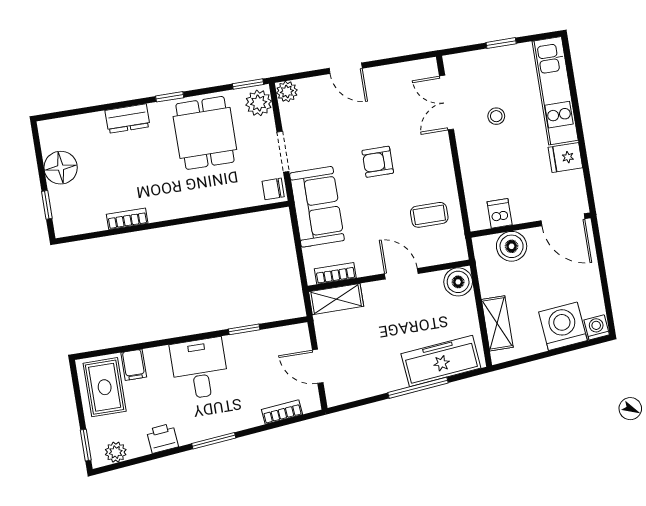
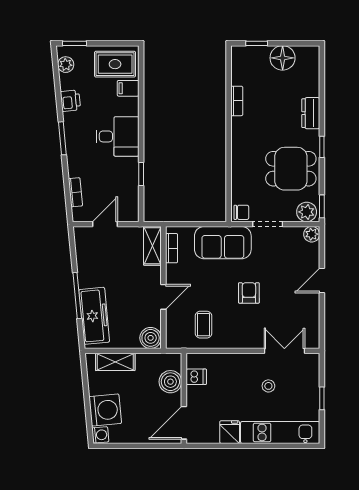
chair: (273, 189) -> (241, 212), turned 90

